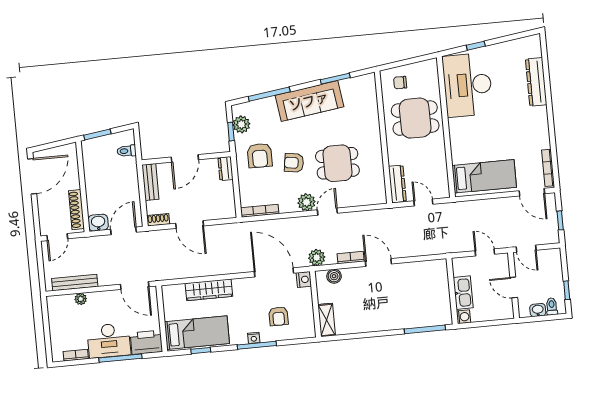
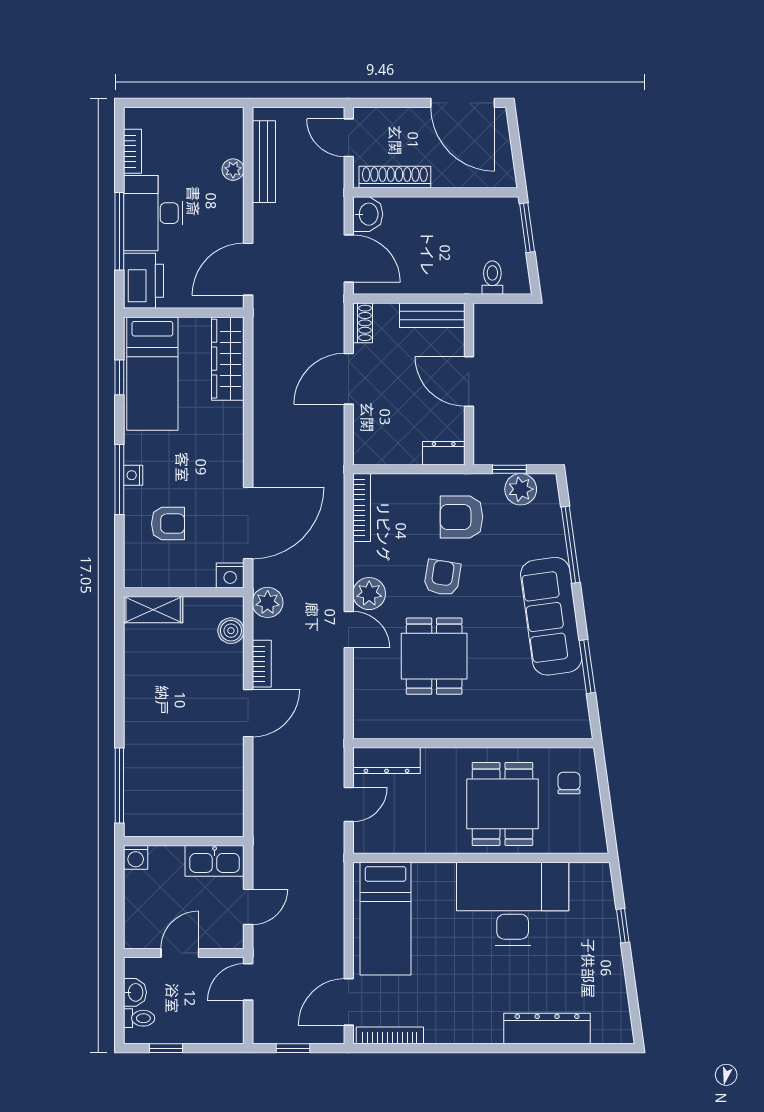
desk: (467, 85) -> (513, 904), moved
wardrobe: (209, 290) -> (228, 359), moved
kitchen sink: (463, 293) -> (215, 861), moved
armchair: (278, 316) -> (168, 524), turned 180

